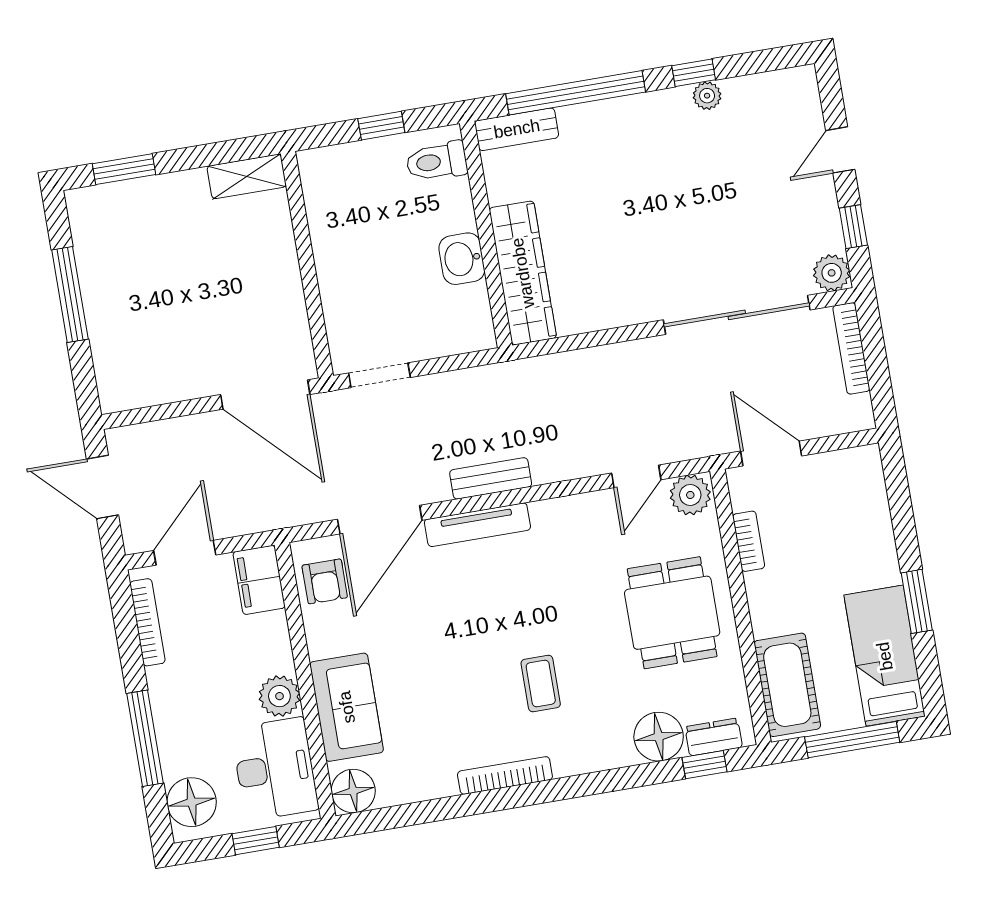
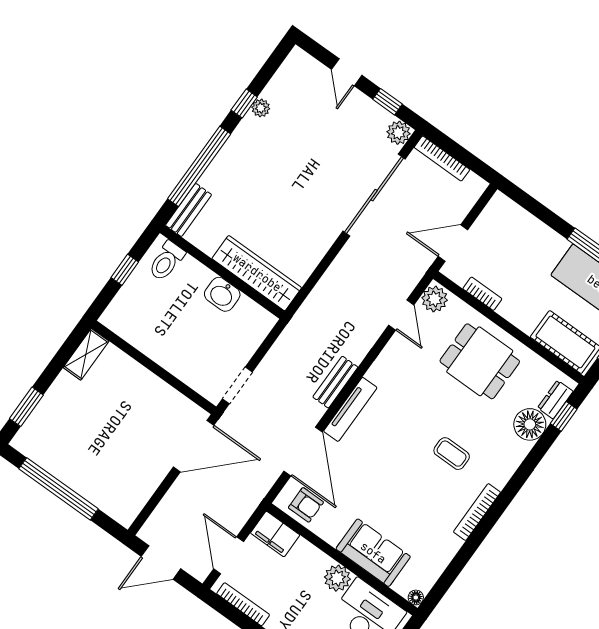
window: (70, 294) -> (59, 489), width x1.46
floor lamp: (353, 791) -> (416, 597), width x0.53, depth x0.53

